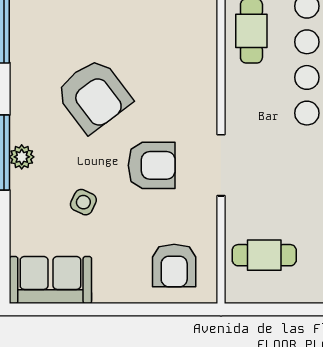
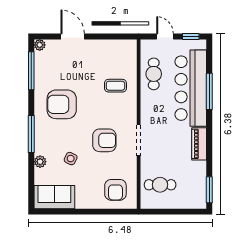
coffee table: (174, 55) -> (115, 86), added
armchair: (94, 95) -> (62, 104), moved, turned 127
plant: (22, 157) -> (40, 162), moved

